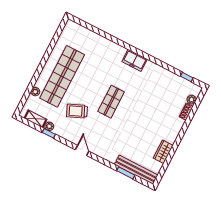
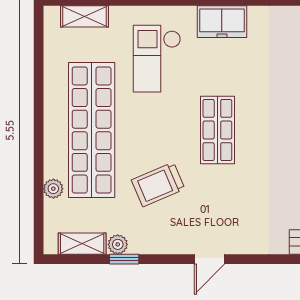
shelving: (82, 31) -> (84, 16), added
checkout: (102, 62) -> (157, 59), added
door: (82, 150) -> (209, 259), swing flipped

